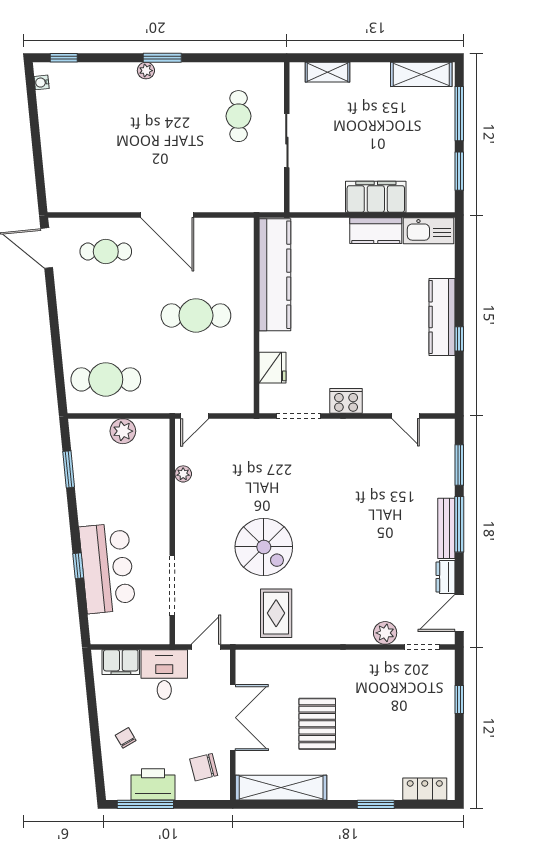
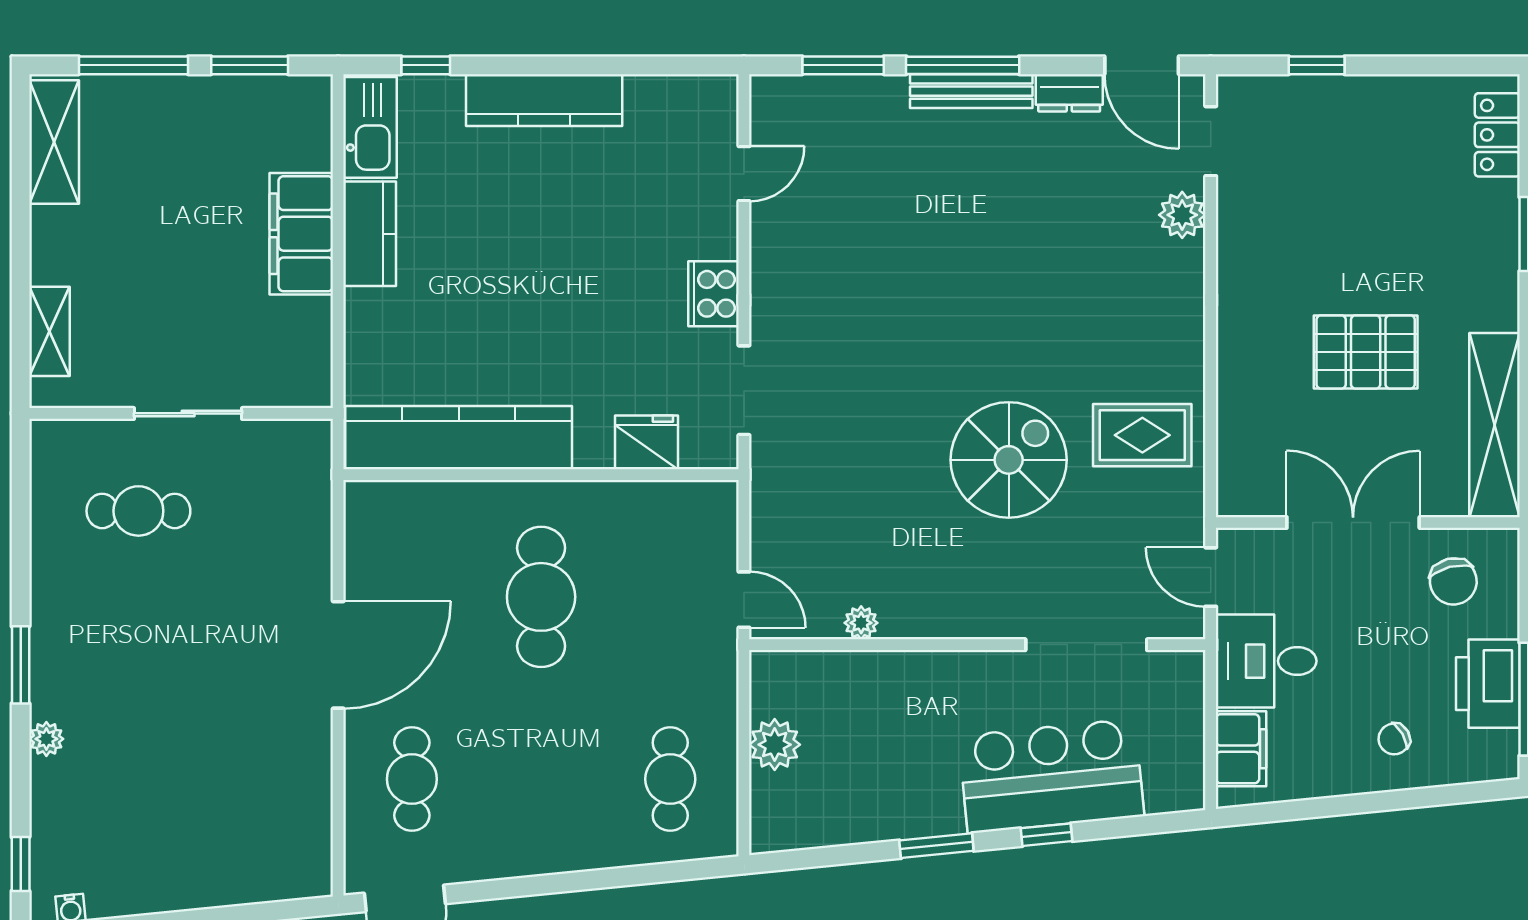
plant: (146, 71) -> (46, 739), moved
window: (459, 339) -> (426, 65), moved
cafe table: (106, 379) -> (670, 779), width x0.73, depth x0.74
window: (69, 469) -> (936, 846), moved

